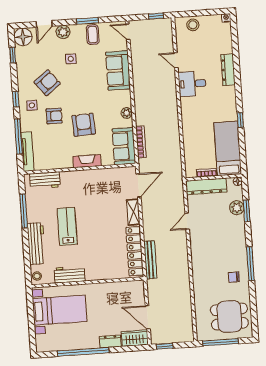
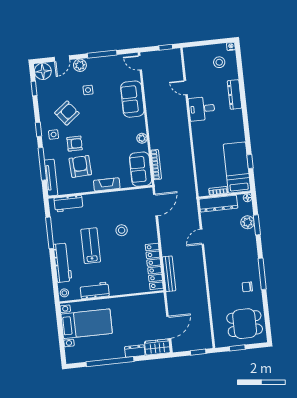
window: (87, 21) -> (102, 54), width x1.44
stool: (193, 25) -> (219, 62), moved
coffee table: (93, 35) -> (108, 67), removed
window: (240, 120) -> (250, 161), moved
armchair: (84, 125) -> (80, 166), moved
stool: (101, 211) -> (122, 230), added
shelving: (133, 212) -> (151, 230), removed
door: (148, 317) -> (169, 327), swing flipped
window: (220, 342) -> (237, 348), width x0.46
window: (165, 346) -> (198, 352), moved

